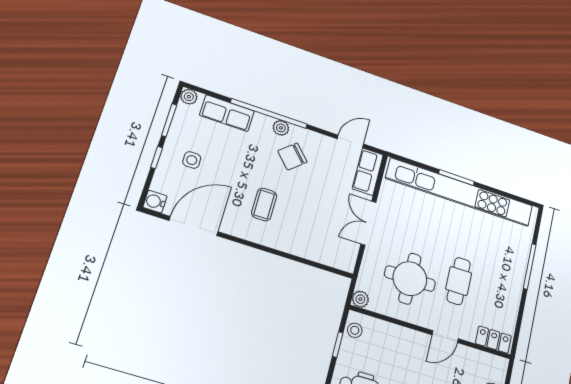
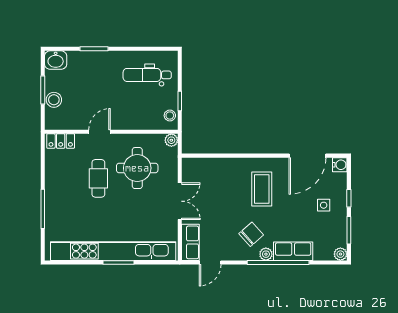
row of seats: (227, 113) -> (293, 251), moved
coffee table: (264, 204) -> (262, 189), width x1.36, depth x1.30

